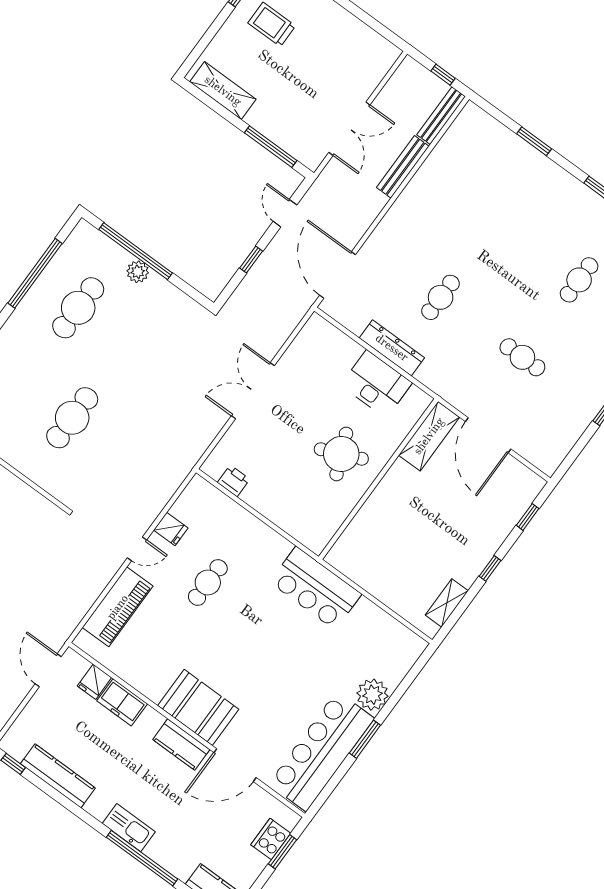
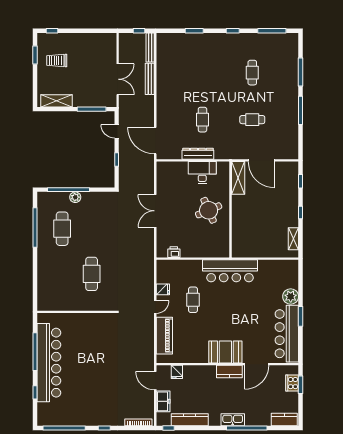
bar counter: (316, 588) -> (230, 271), width x1.36
freezer: (122, 702) -> (163, 401), moved, turned -90

